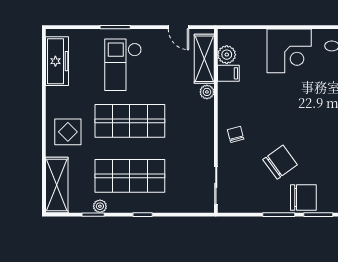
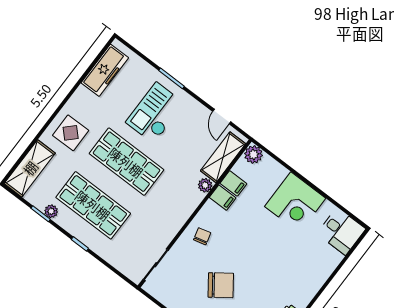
plant: (227, 55) -> (253, 154), moved
filing cabinet: (228, 91) -> (223, 198), added

